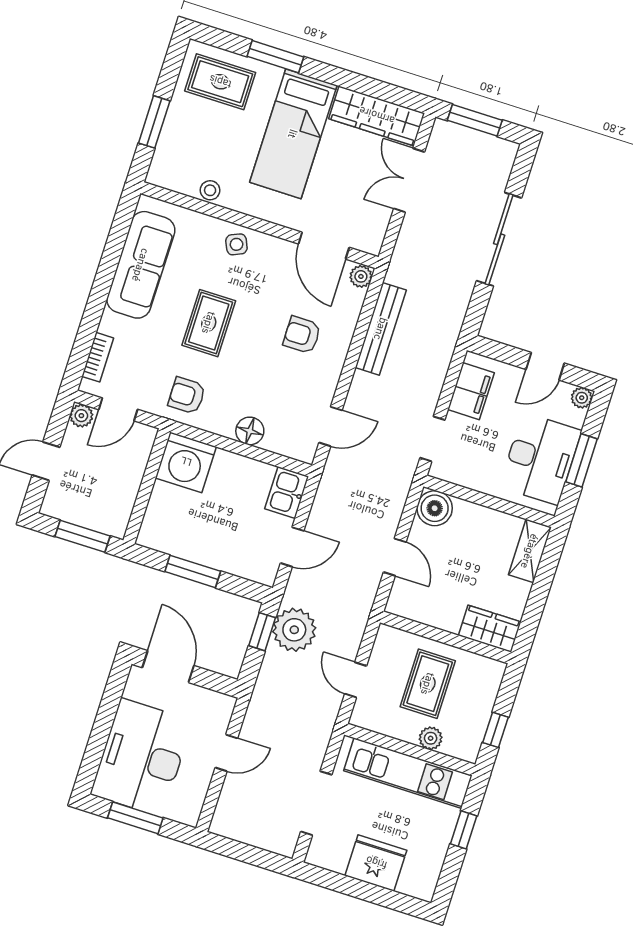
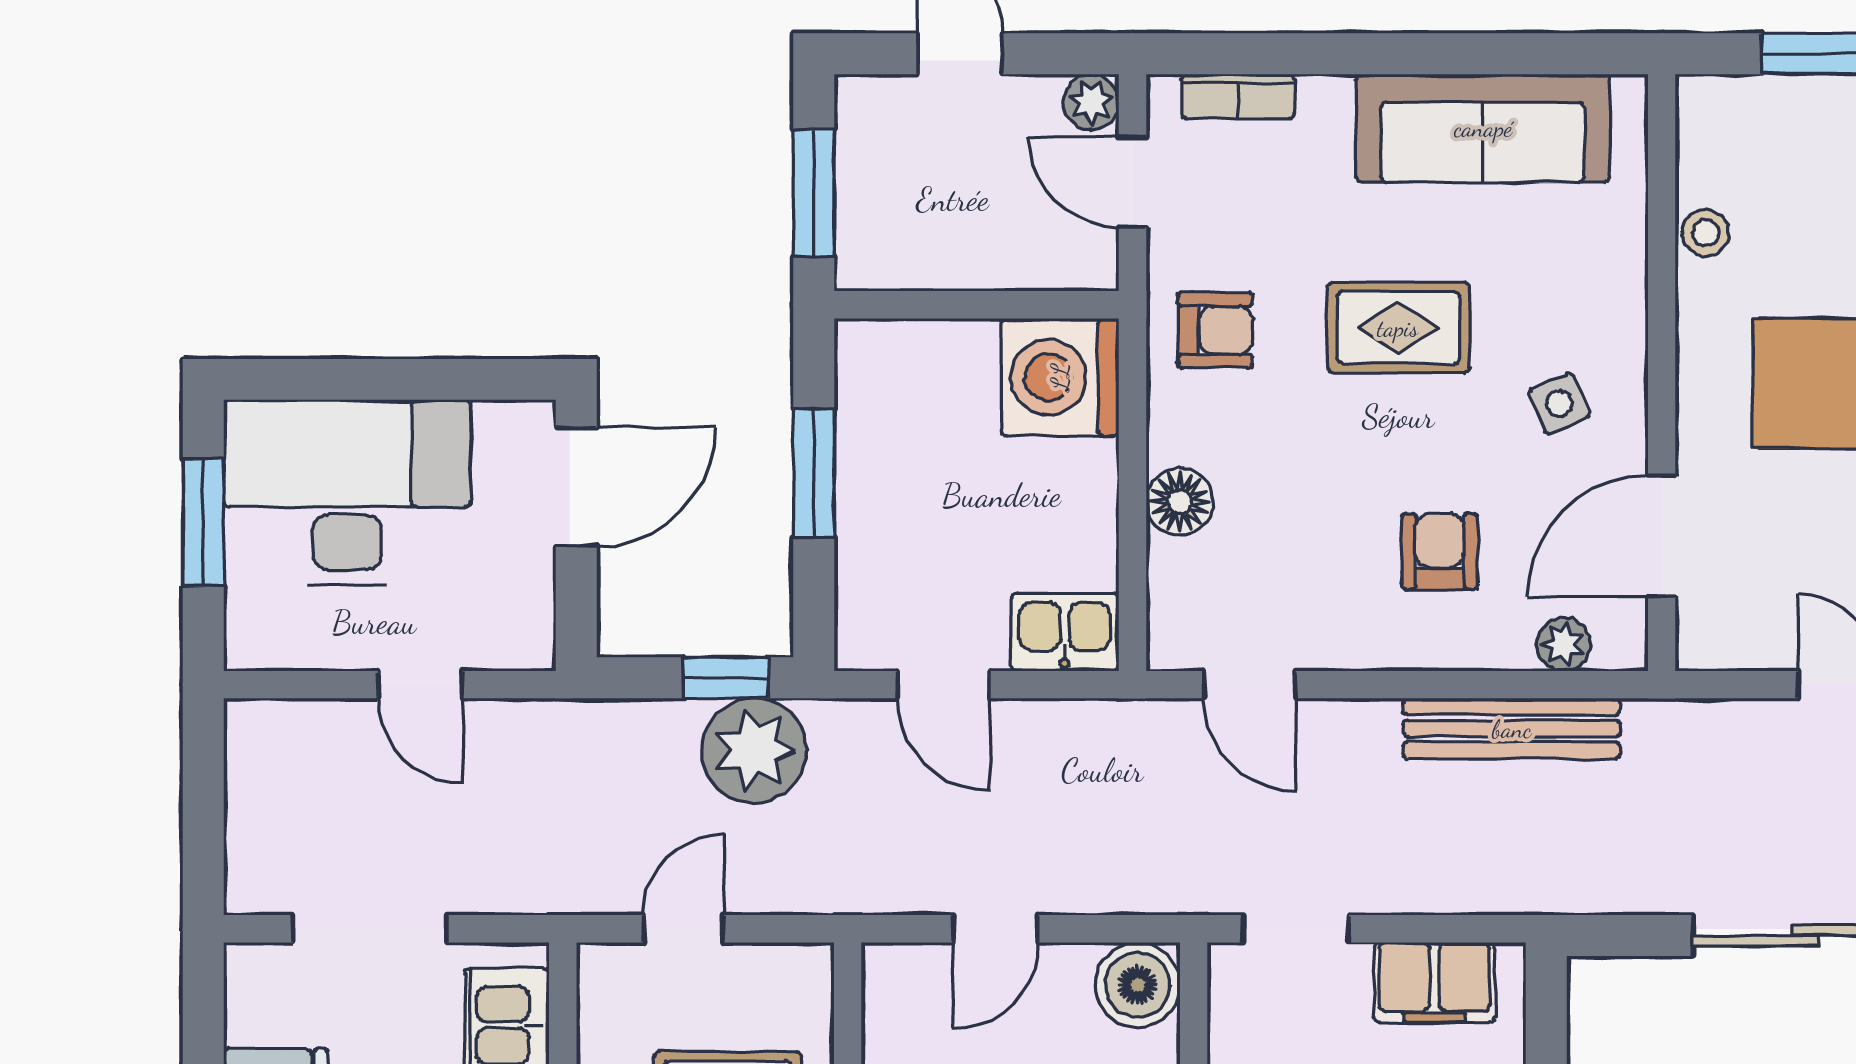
side table: (236, 244) -> (1559, 403), moved
plant: (361, 276) -> (1564, 644), moved
armchair: (187, 395) -> (1215, 330), turned 90

